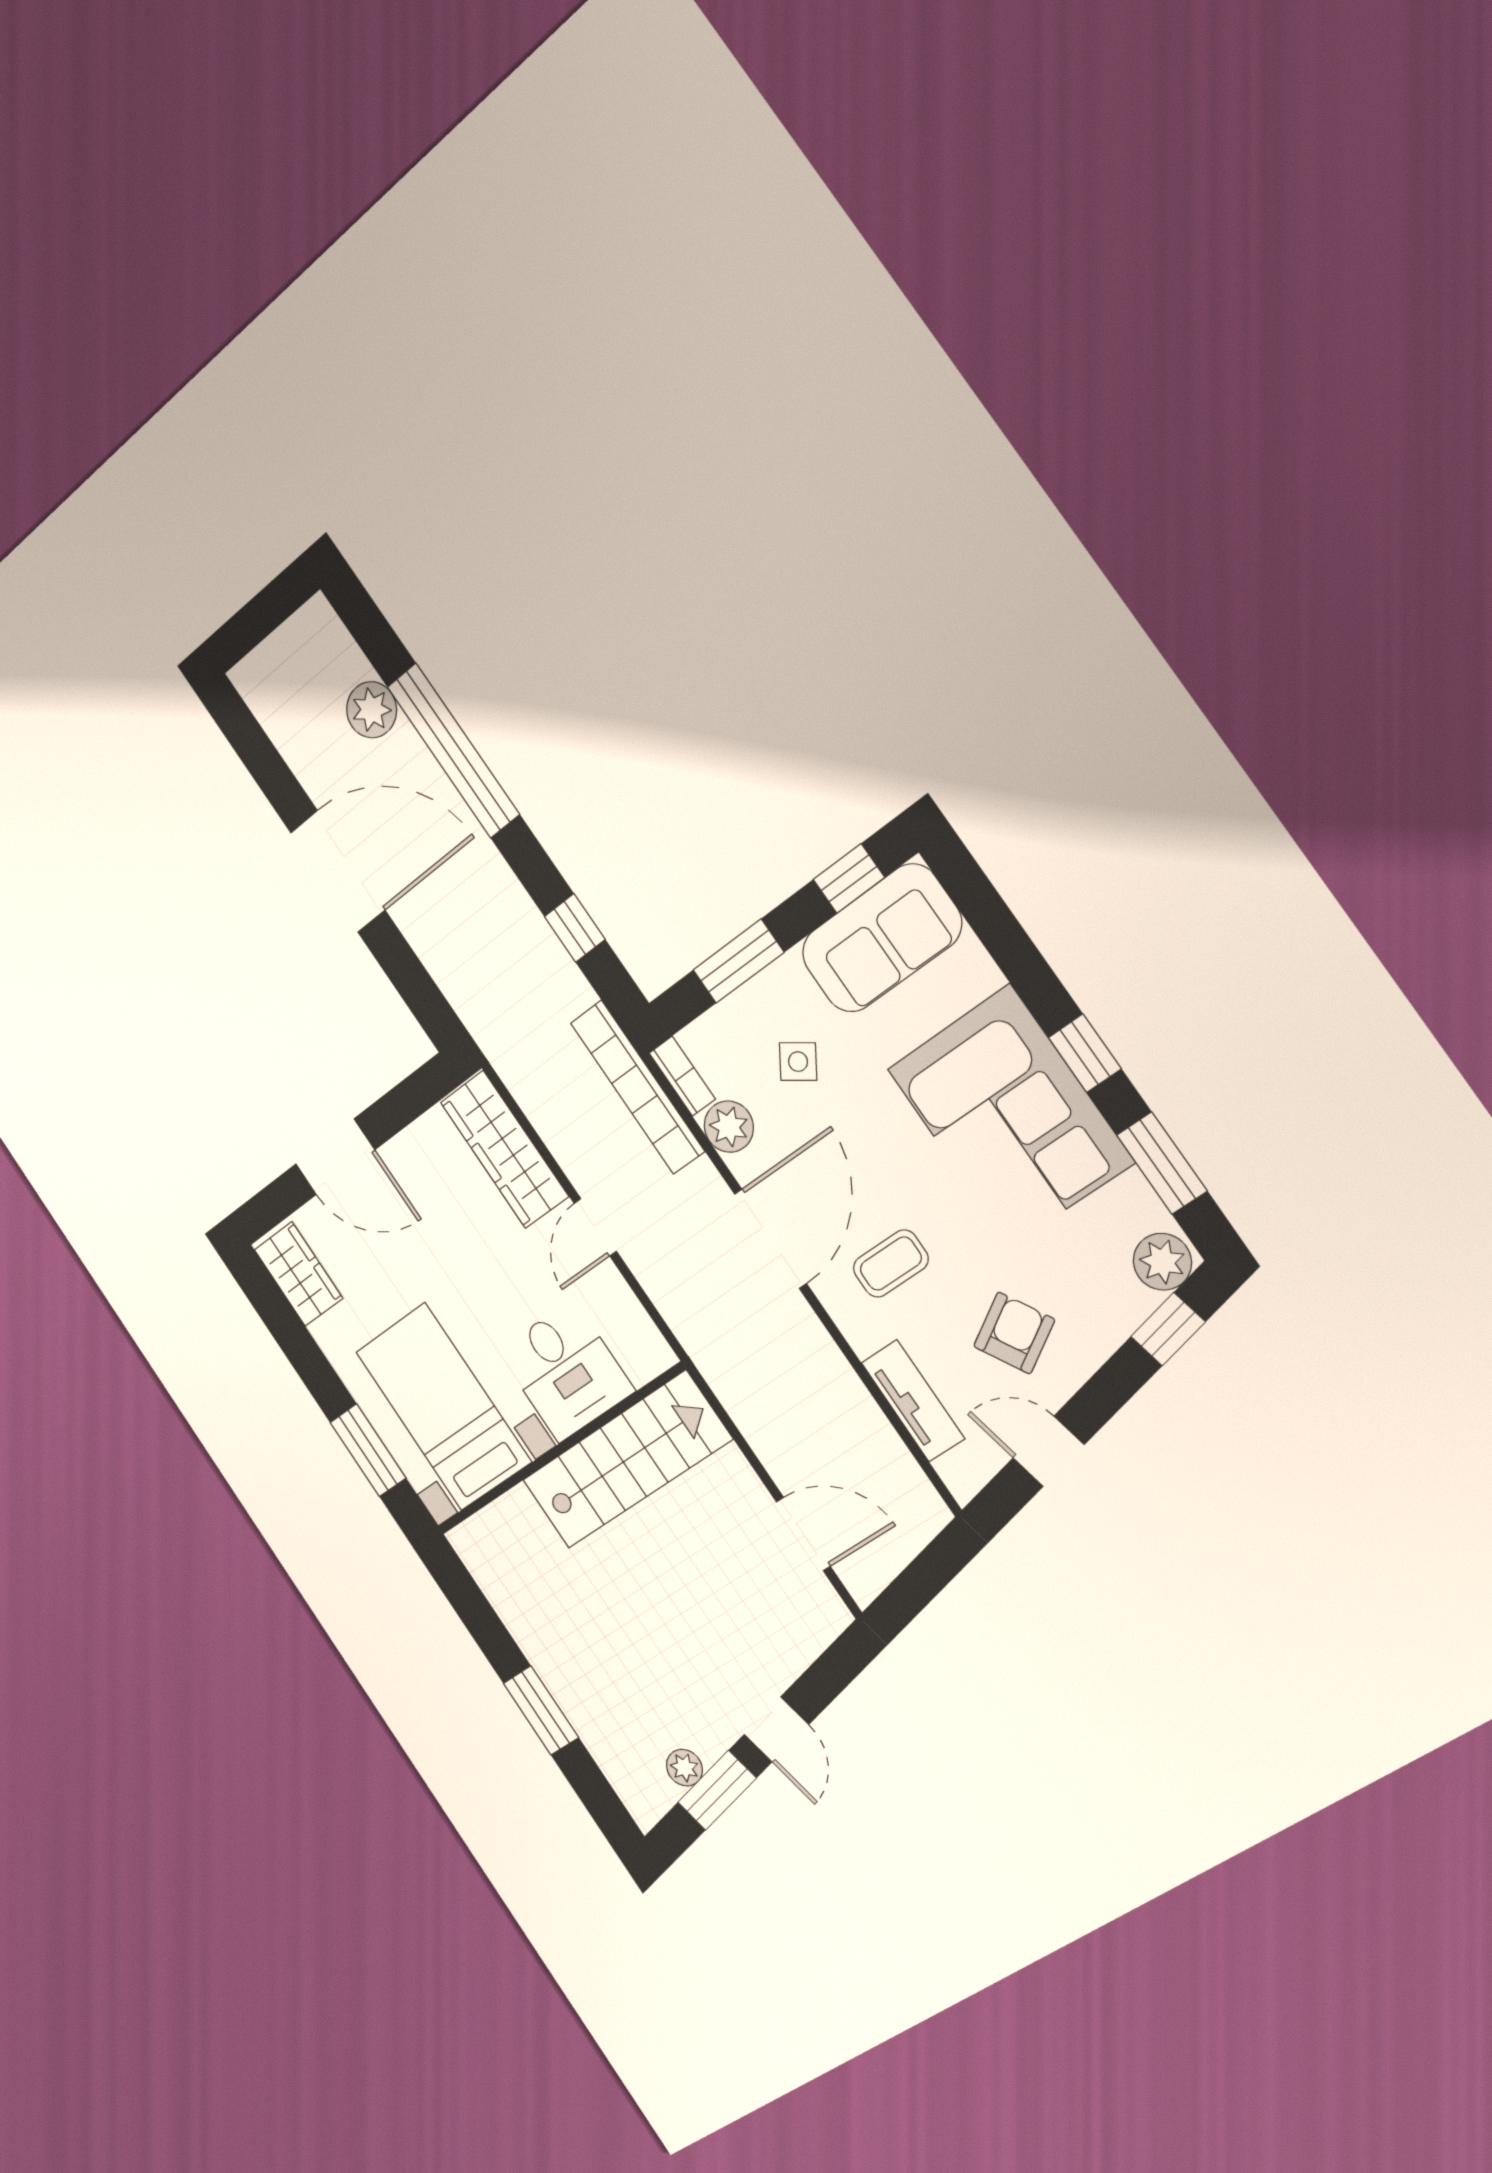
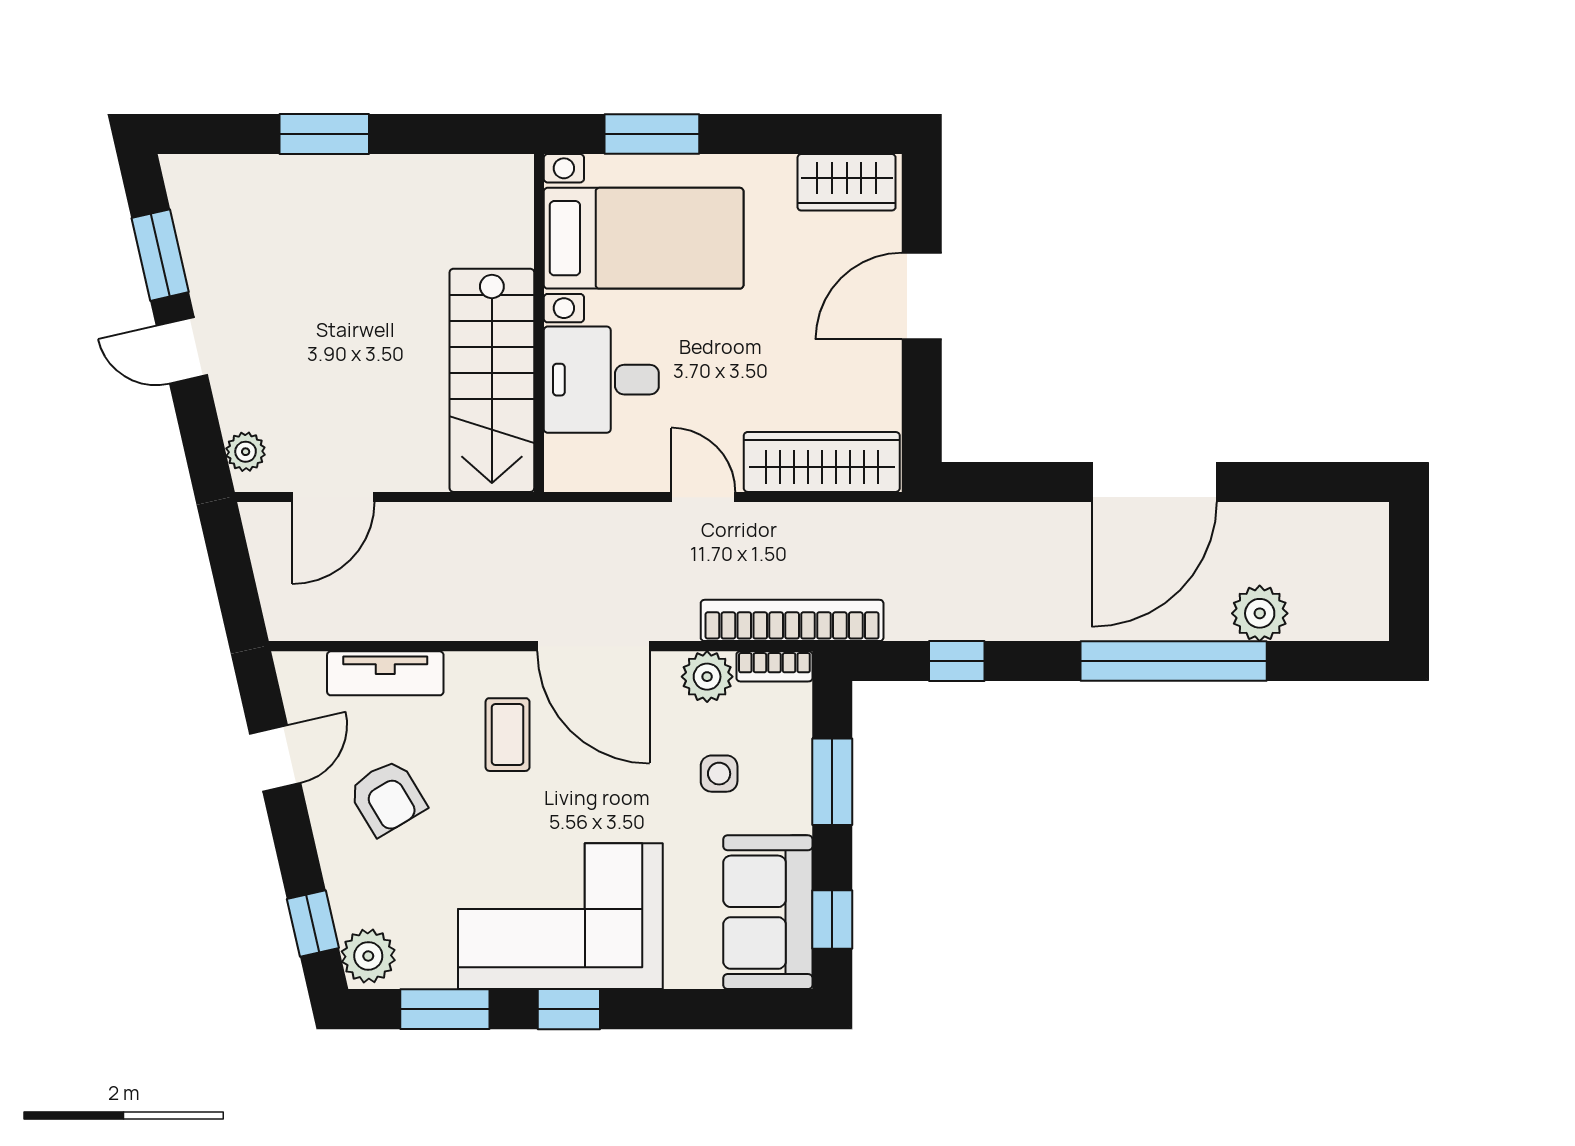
side table: (798, 1062) -> (719, 774), turned -34
plant: (684, 1768) -> (246, 452), moved

